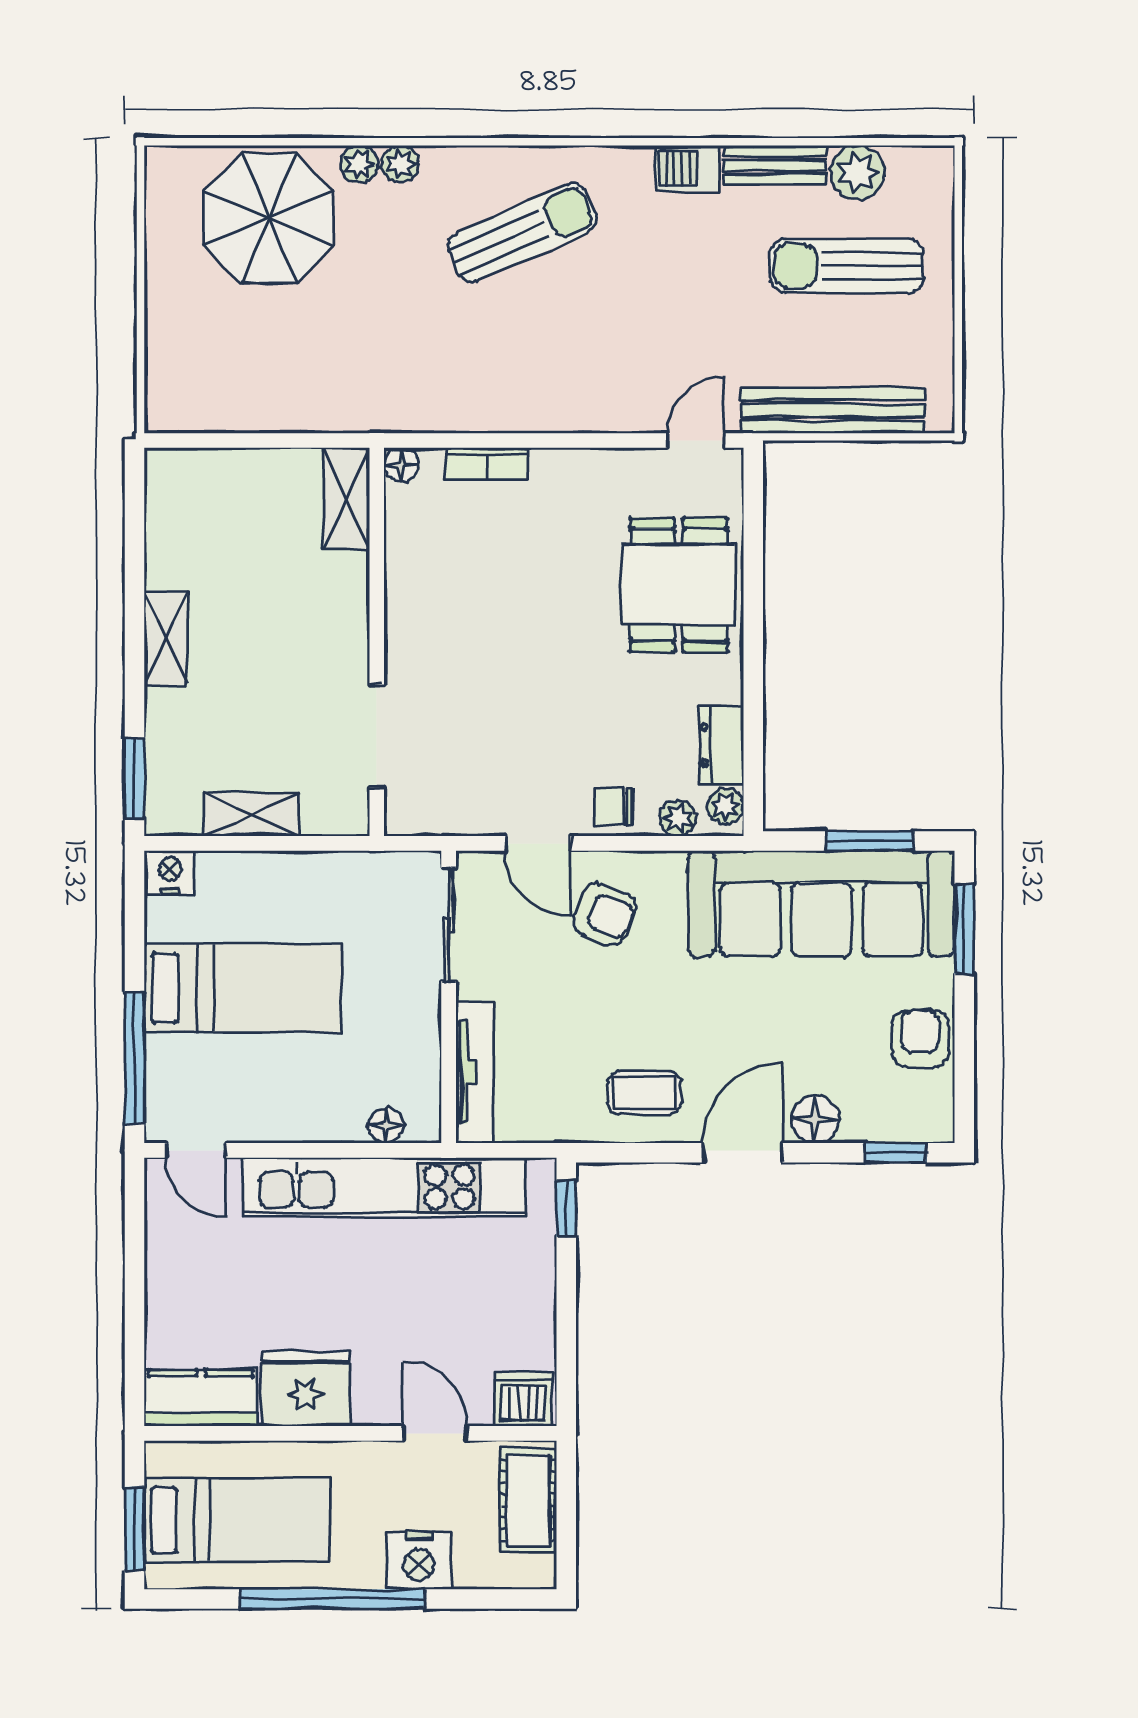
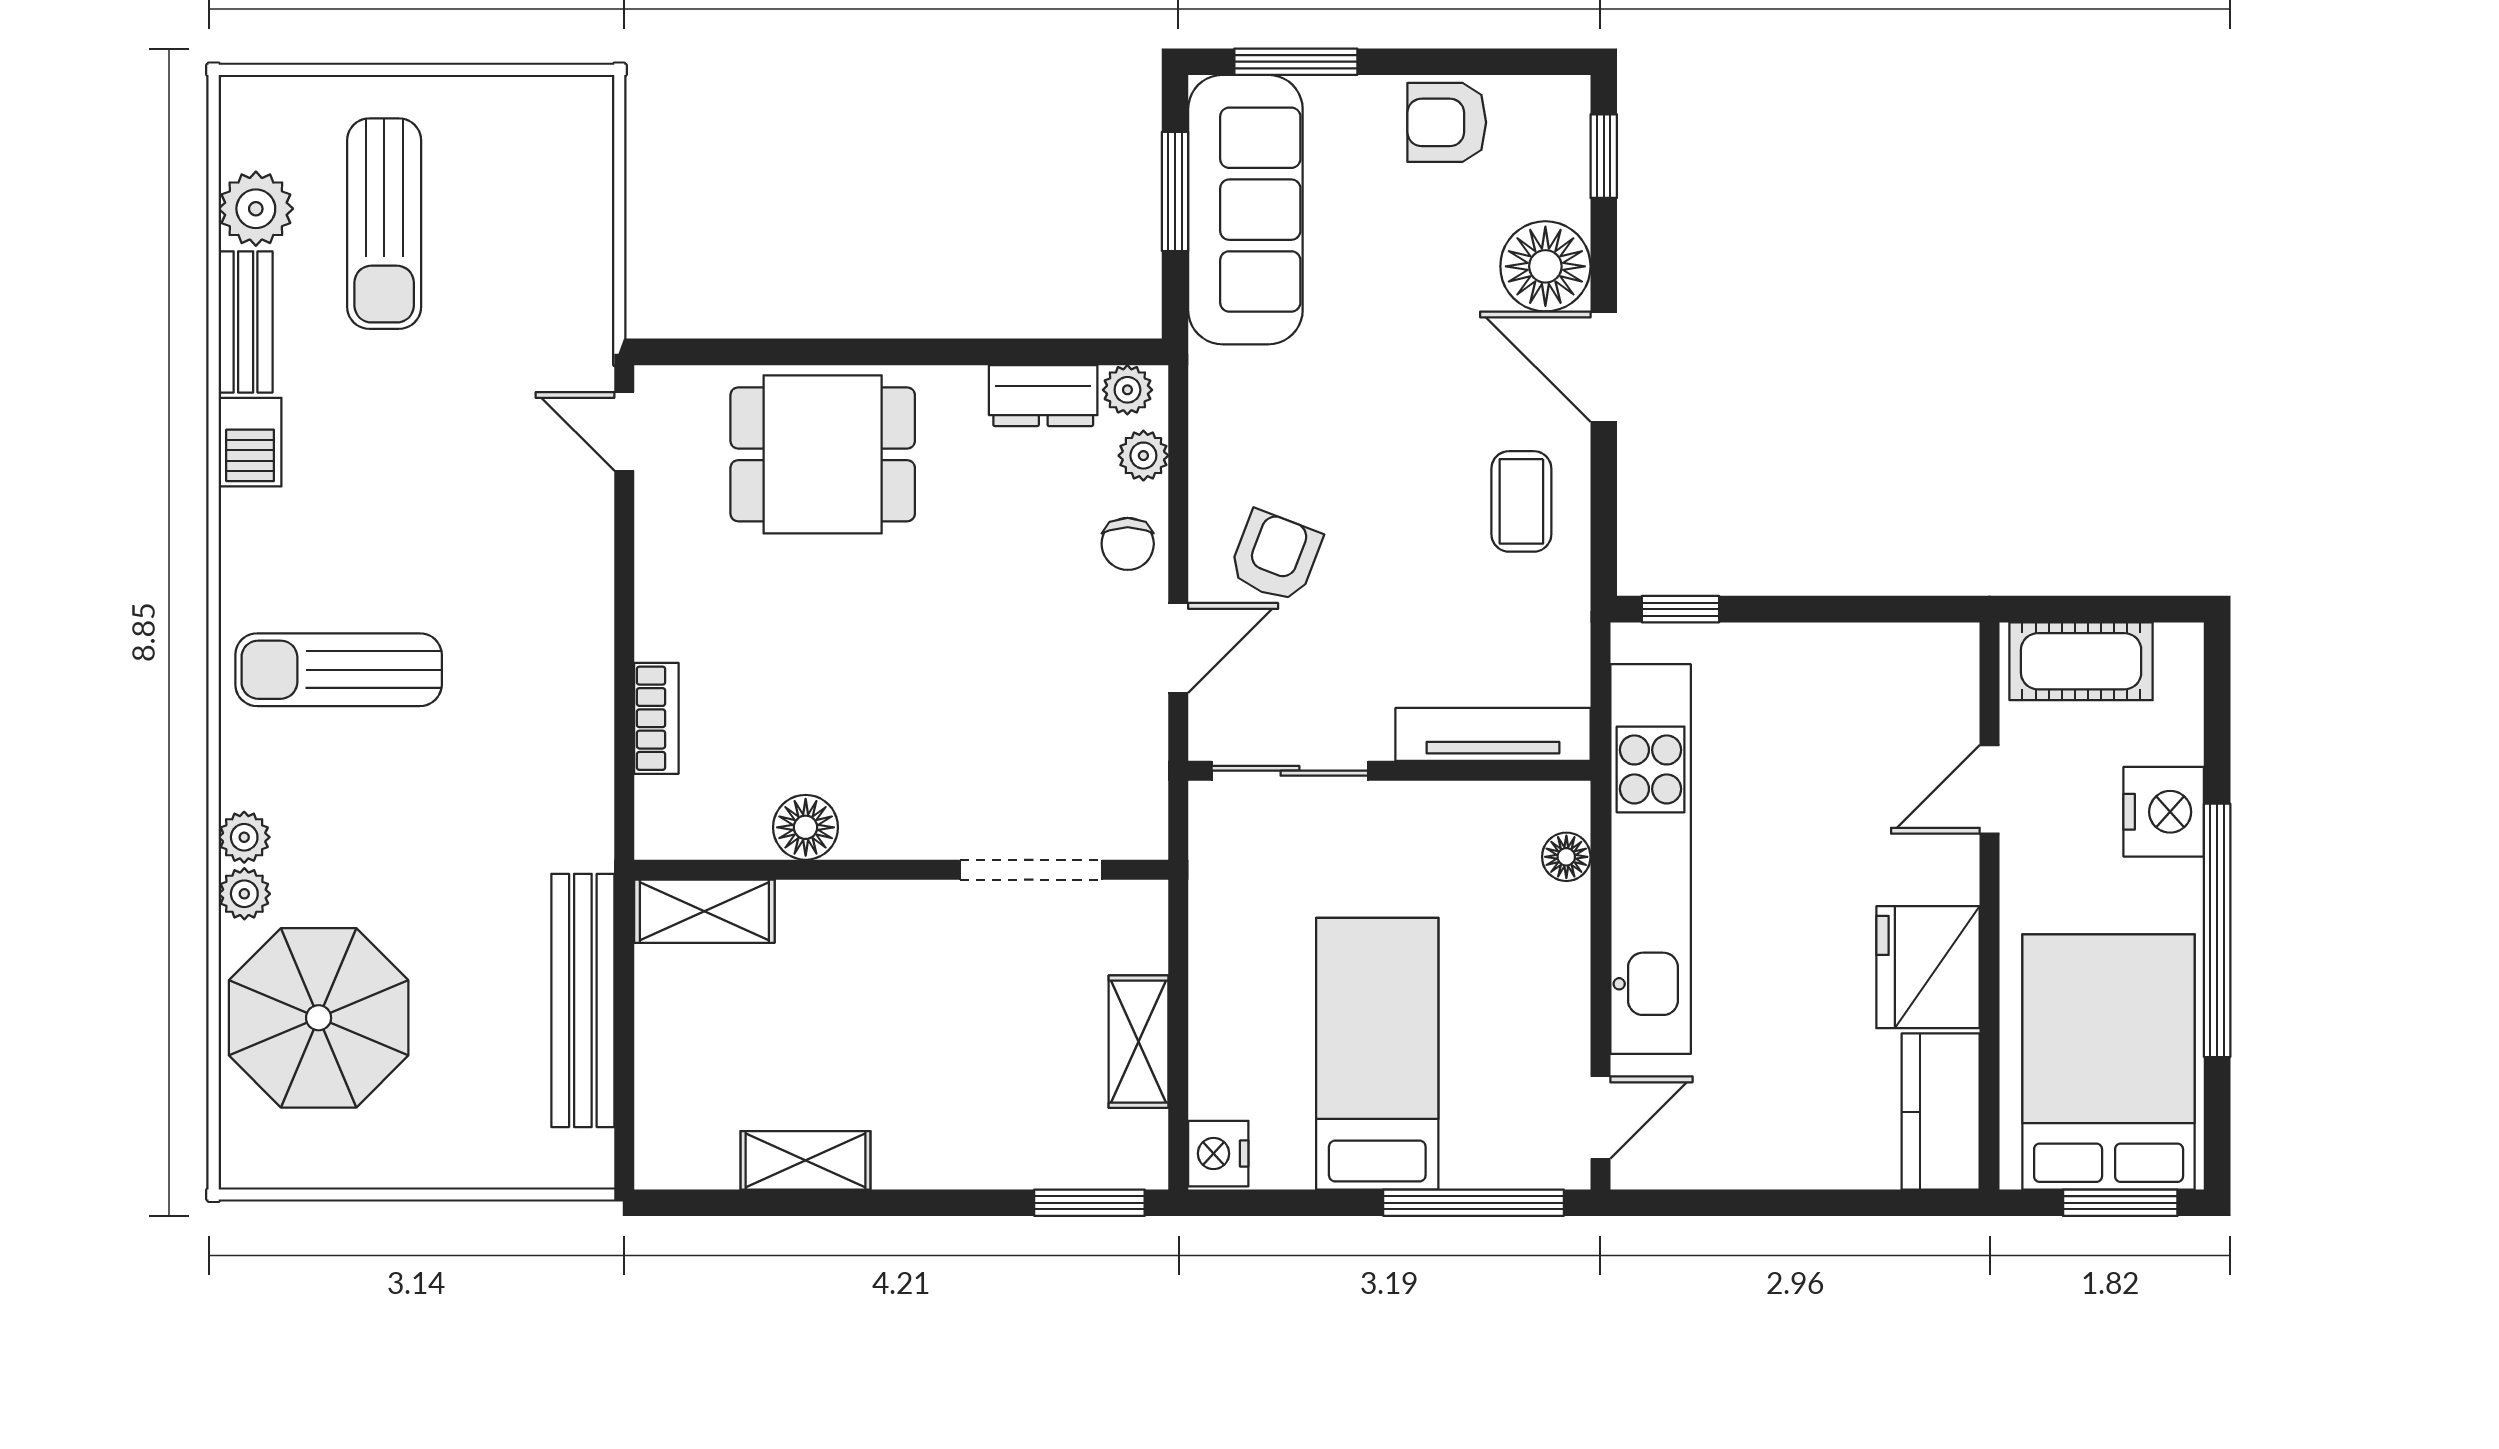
sun lounger: (522, 233) -> (339, 670), turned -66
bench: (832, 410) -> (583, 1000), moved
floor lamp: (401, 465) -> (806, 827), moved, width x1.37, depth x1.37
shelving: (165, 638) -> (806, 1160), moved
sofa: (821, 903) -> (1245, 210), width x0.74, depth x0.79
floor lamp: (816, 1119) -> (1545, 266), width x1.38, depth x1.38
dishwasher: (523, 1399) -> (1942, 668), removed
bed: (237, 1520) -> (2109, 1062), width x1.50

